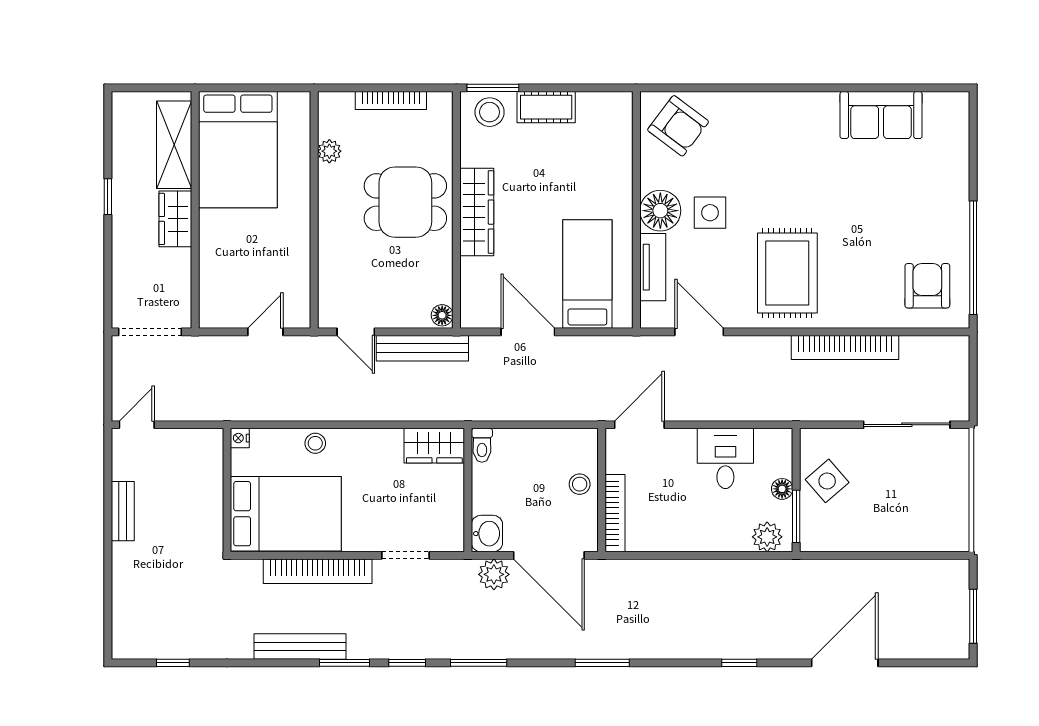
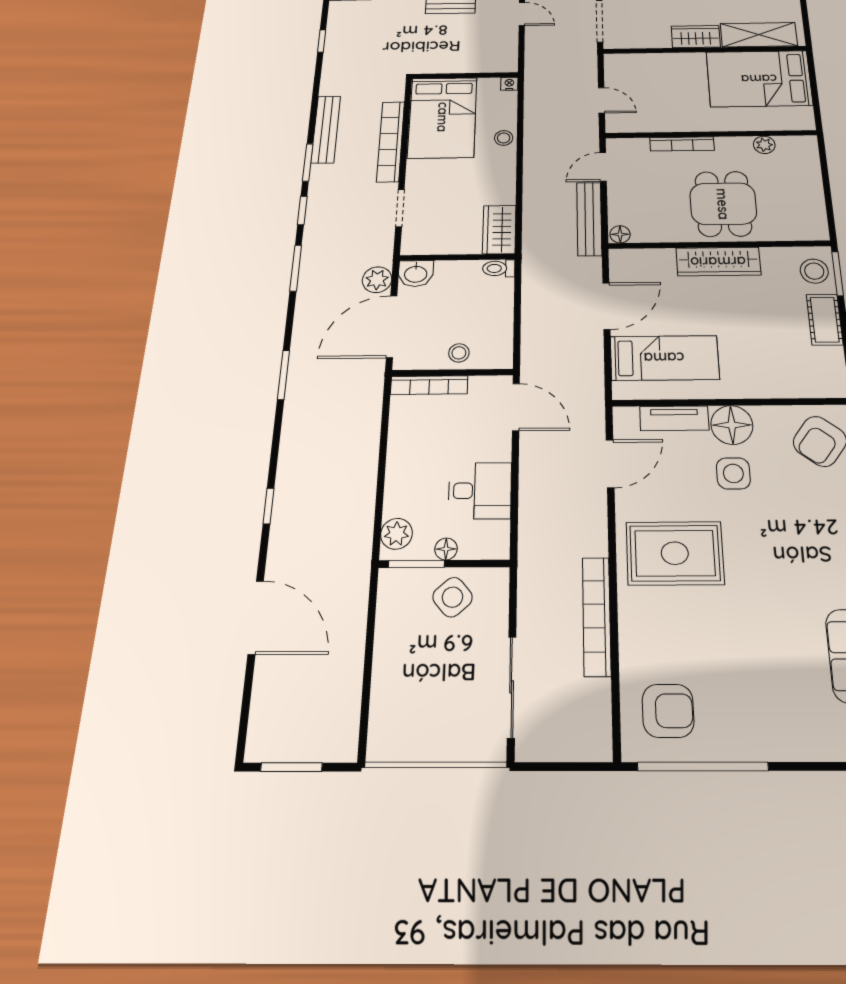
bookcase: (391, 101) -> (682, 144), moved, turned -90

